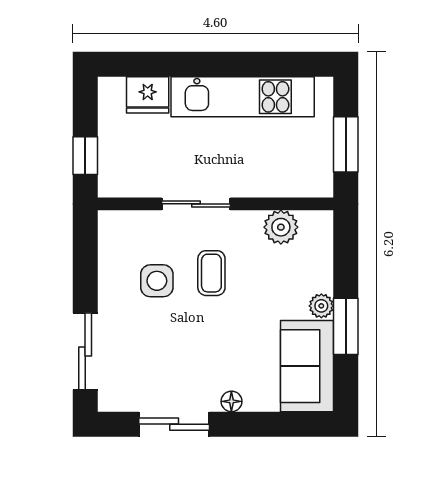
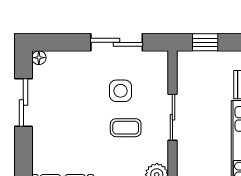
sliding door: (85, 351) -> (117, 42), moved
floor lamp: (231, 401) -> (39, 58), moved

